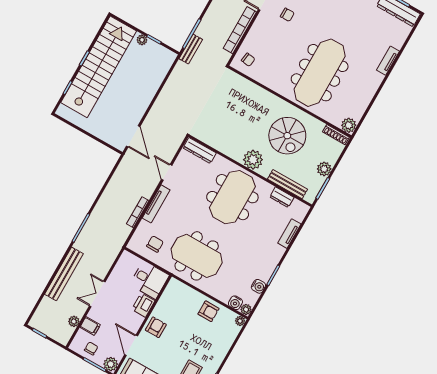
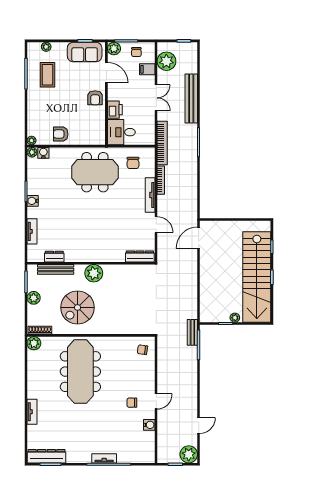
bookcase: (240, 30) -> (162, 143), moved
door: (133, 136) -> (199, 238), hinge flipped
spiral stairs: (287, 136) -> (78, 307), turned -90
meeting table: (232, 197) -> (93, 235), removed
water cooler: (258, 286) -> (33, 201), moved
plant: (74, 321) -> (166, 61), width x1.87, depth x1.87

